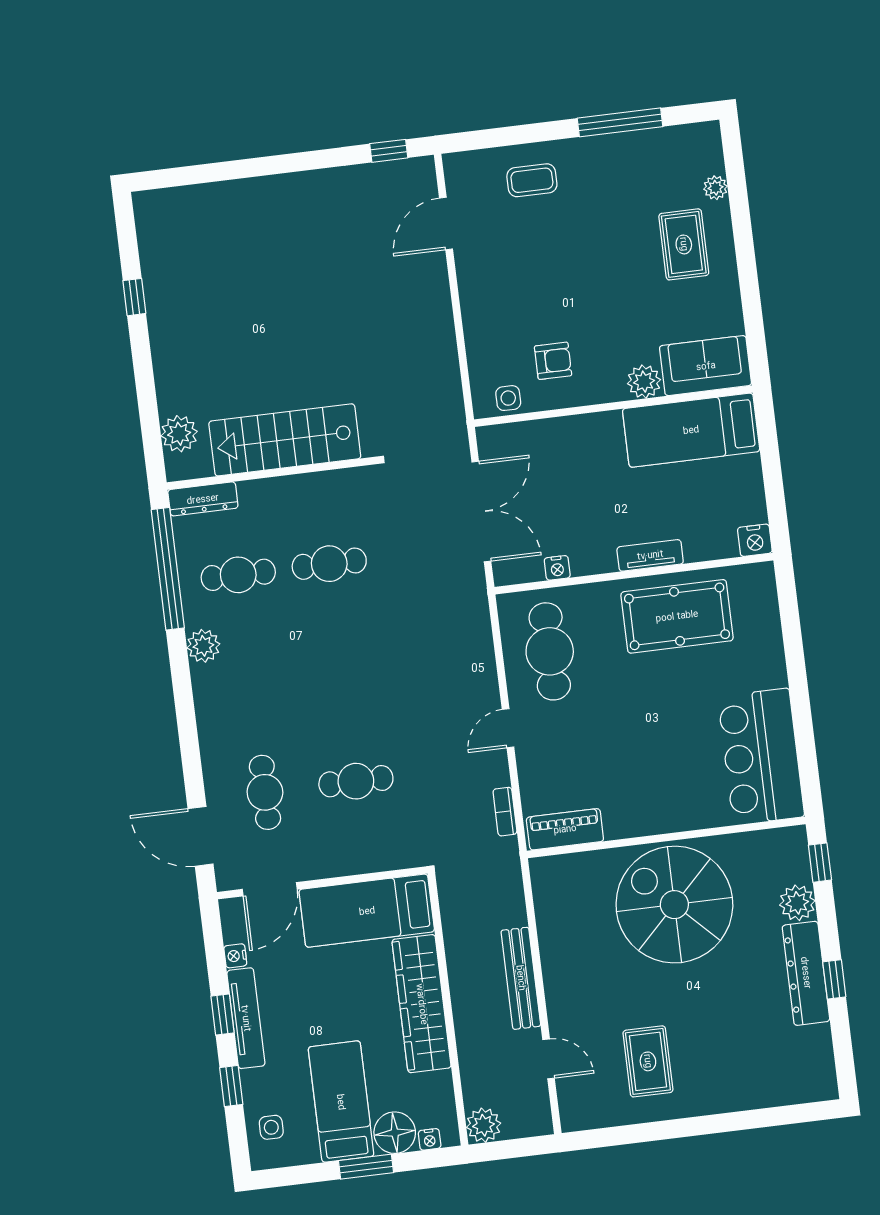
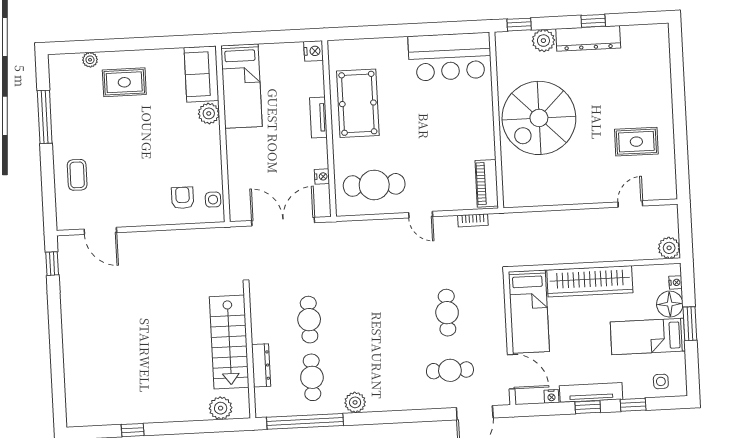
armchair: (553, 361) -> (183, 198), moved
dresser: (203, 499) -> (261, 365), moved
bench: (521, 978) -> (578, 218), removed

